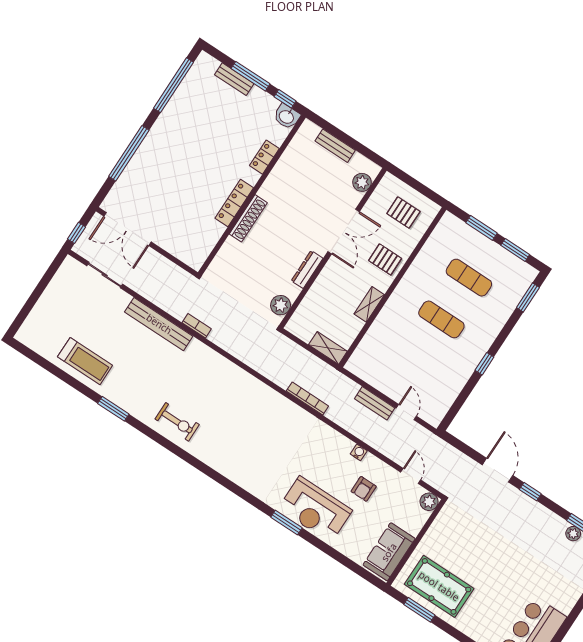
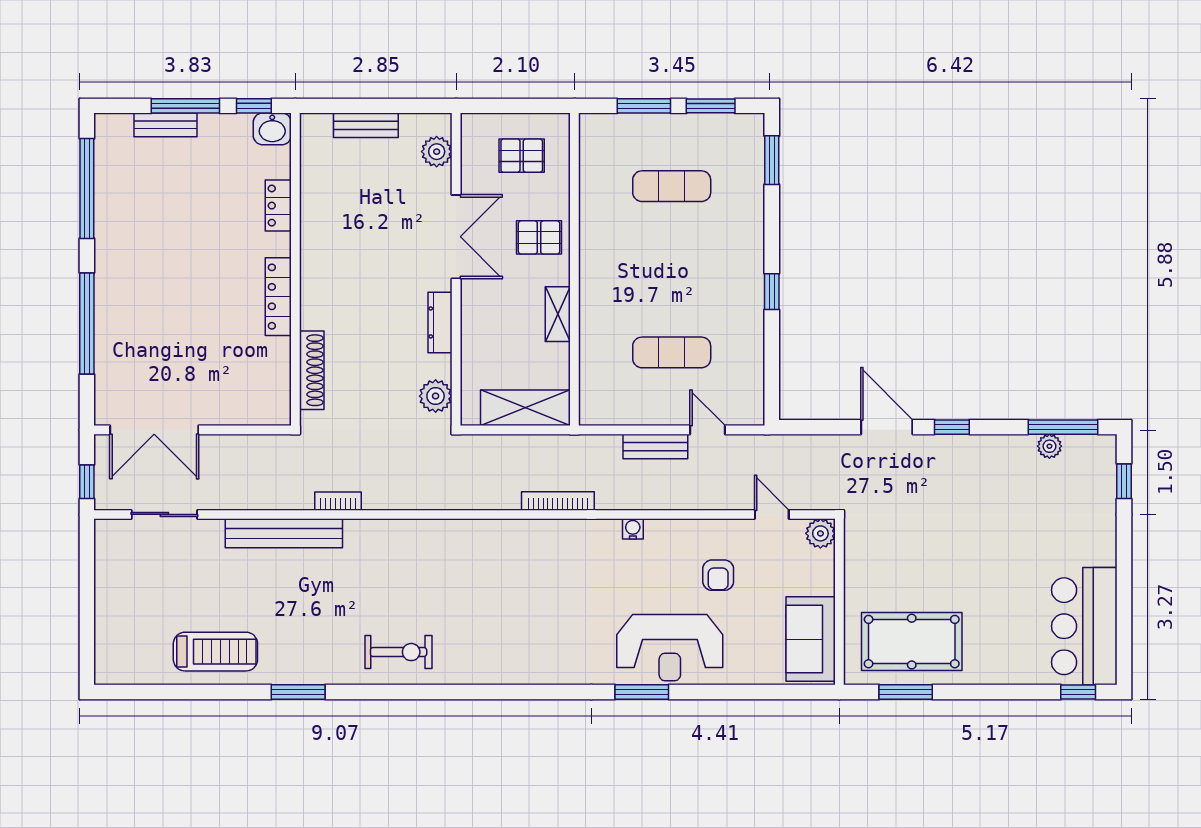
shoe rack: (248, 218) -> (312, 370), moved
exercise mat: (441, 319) -> (672, 352), moved
shelving: (328, 348) -> (525, 408), width x1.50, depth x1.33
water cooler: (359, 452) -> (633, 529), moved

